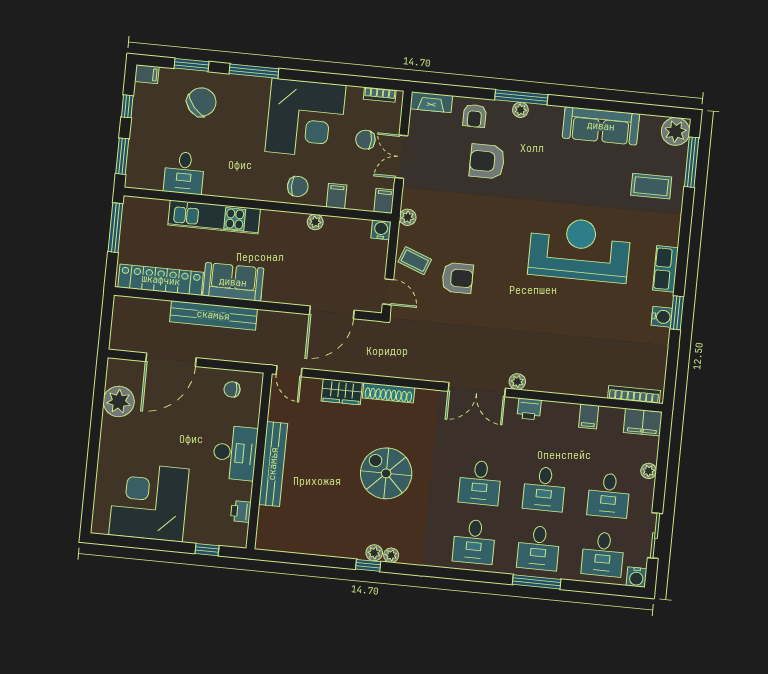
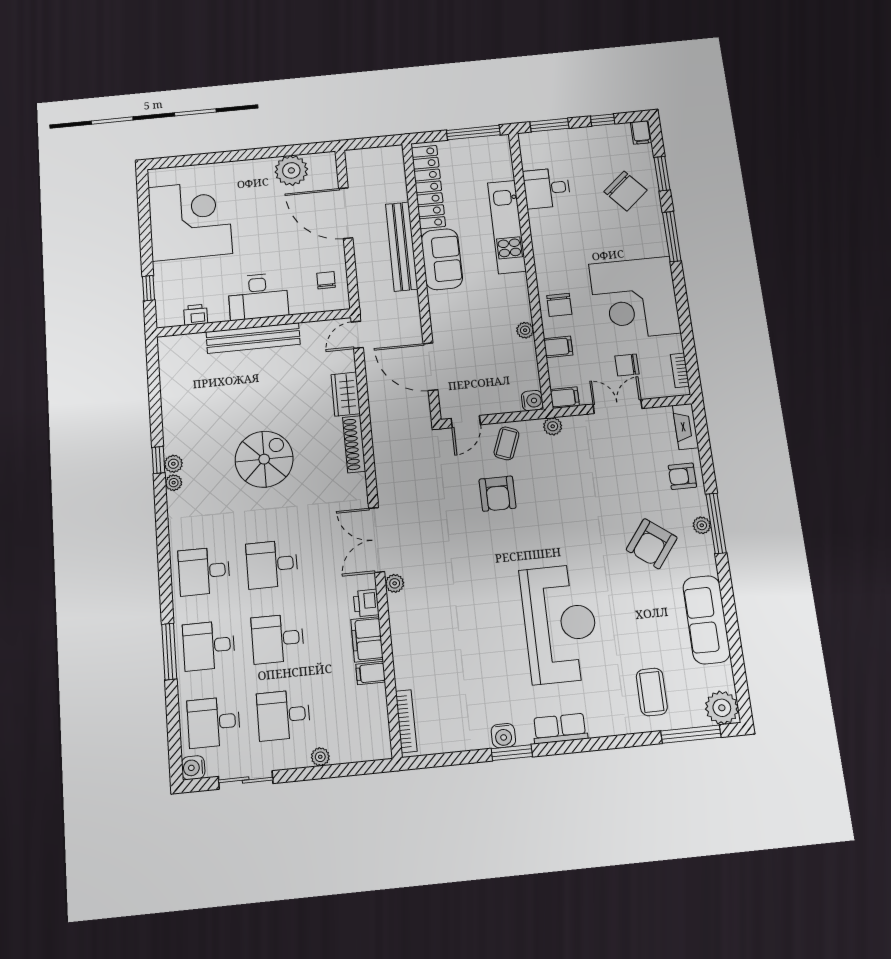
chair: (365, 140) -> (627, 365), turned -90
armchair: (487, 161) -> (652, 544), moved, turned -143
filing cabinet: (643, 422) -> (367, 639), moved

